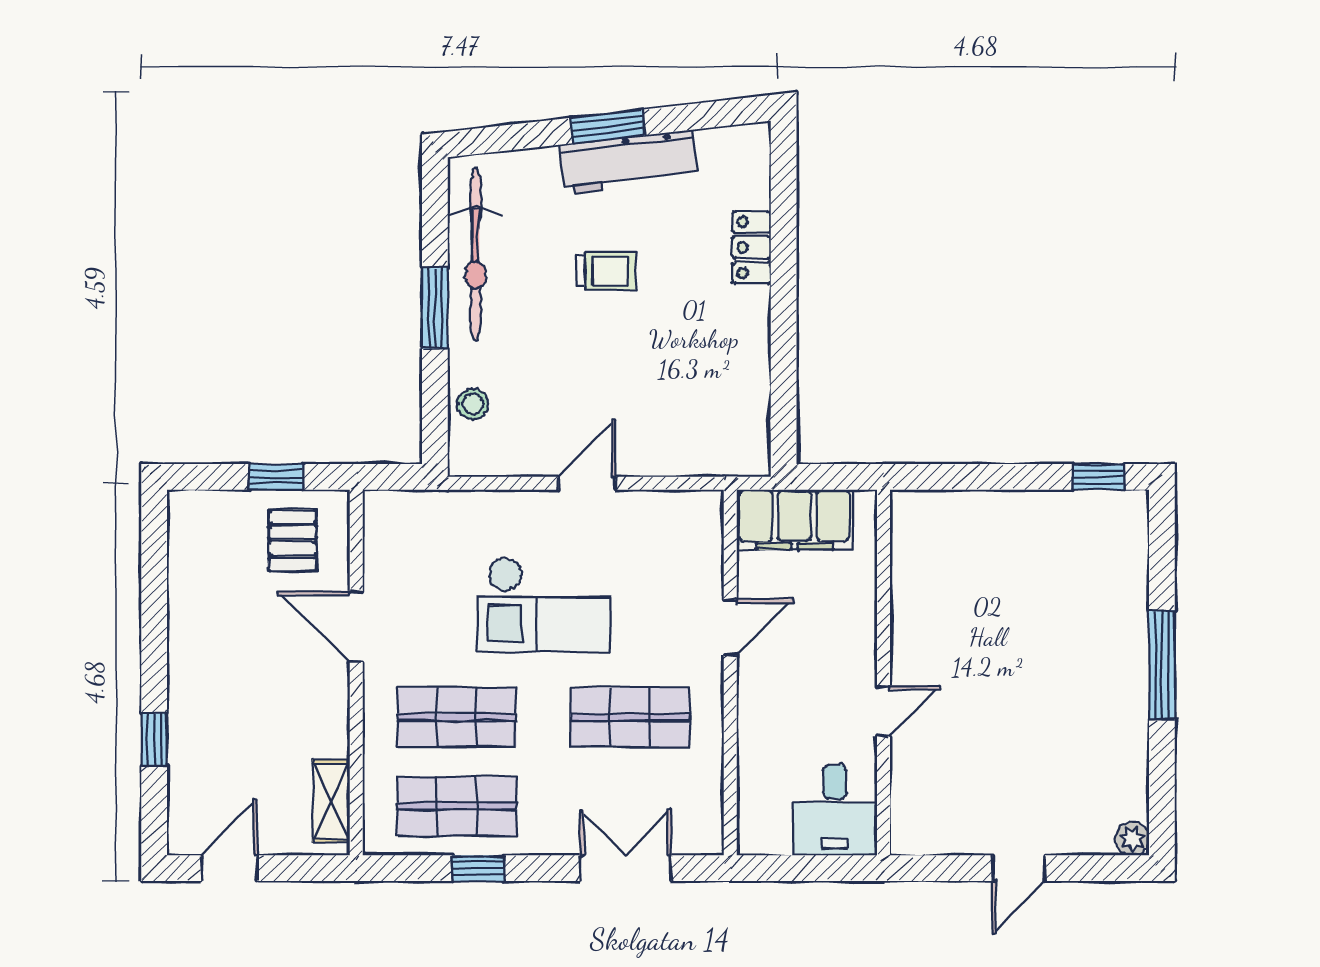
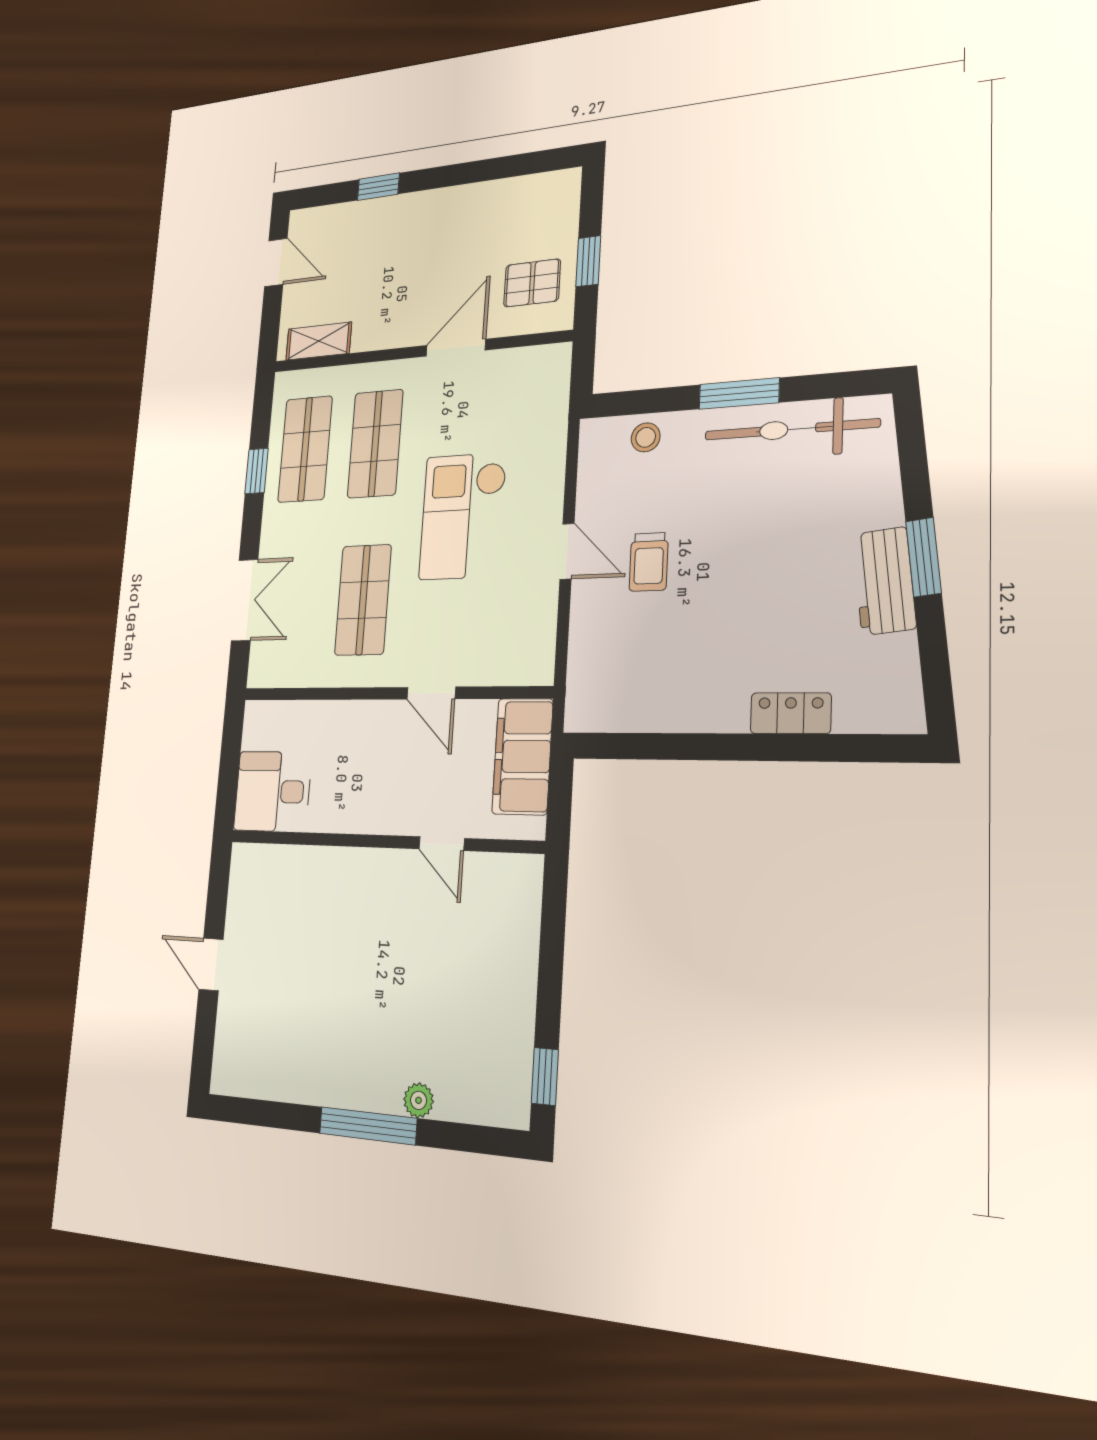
workbench: (629, 162) -> (884, 581), width x0.73
trolley: (606, 271) -> (649, 562), moved
door: (883, 711) -> (442, 844), moved
plant: (1133, 839) -> (419, 1100), moved

